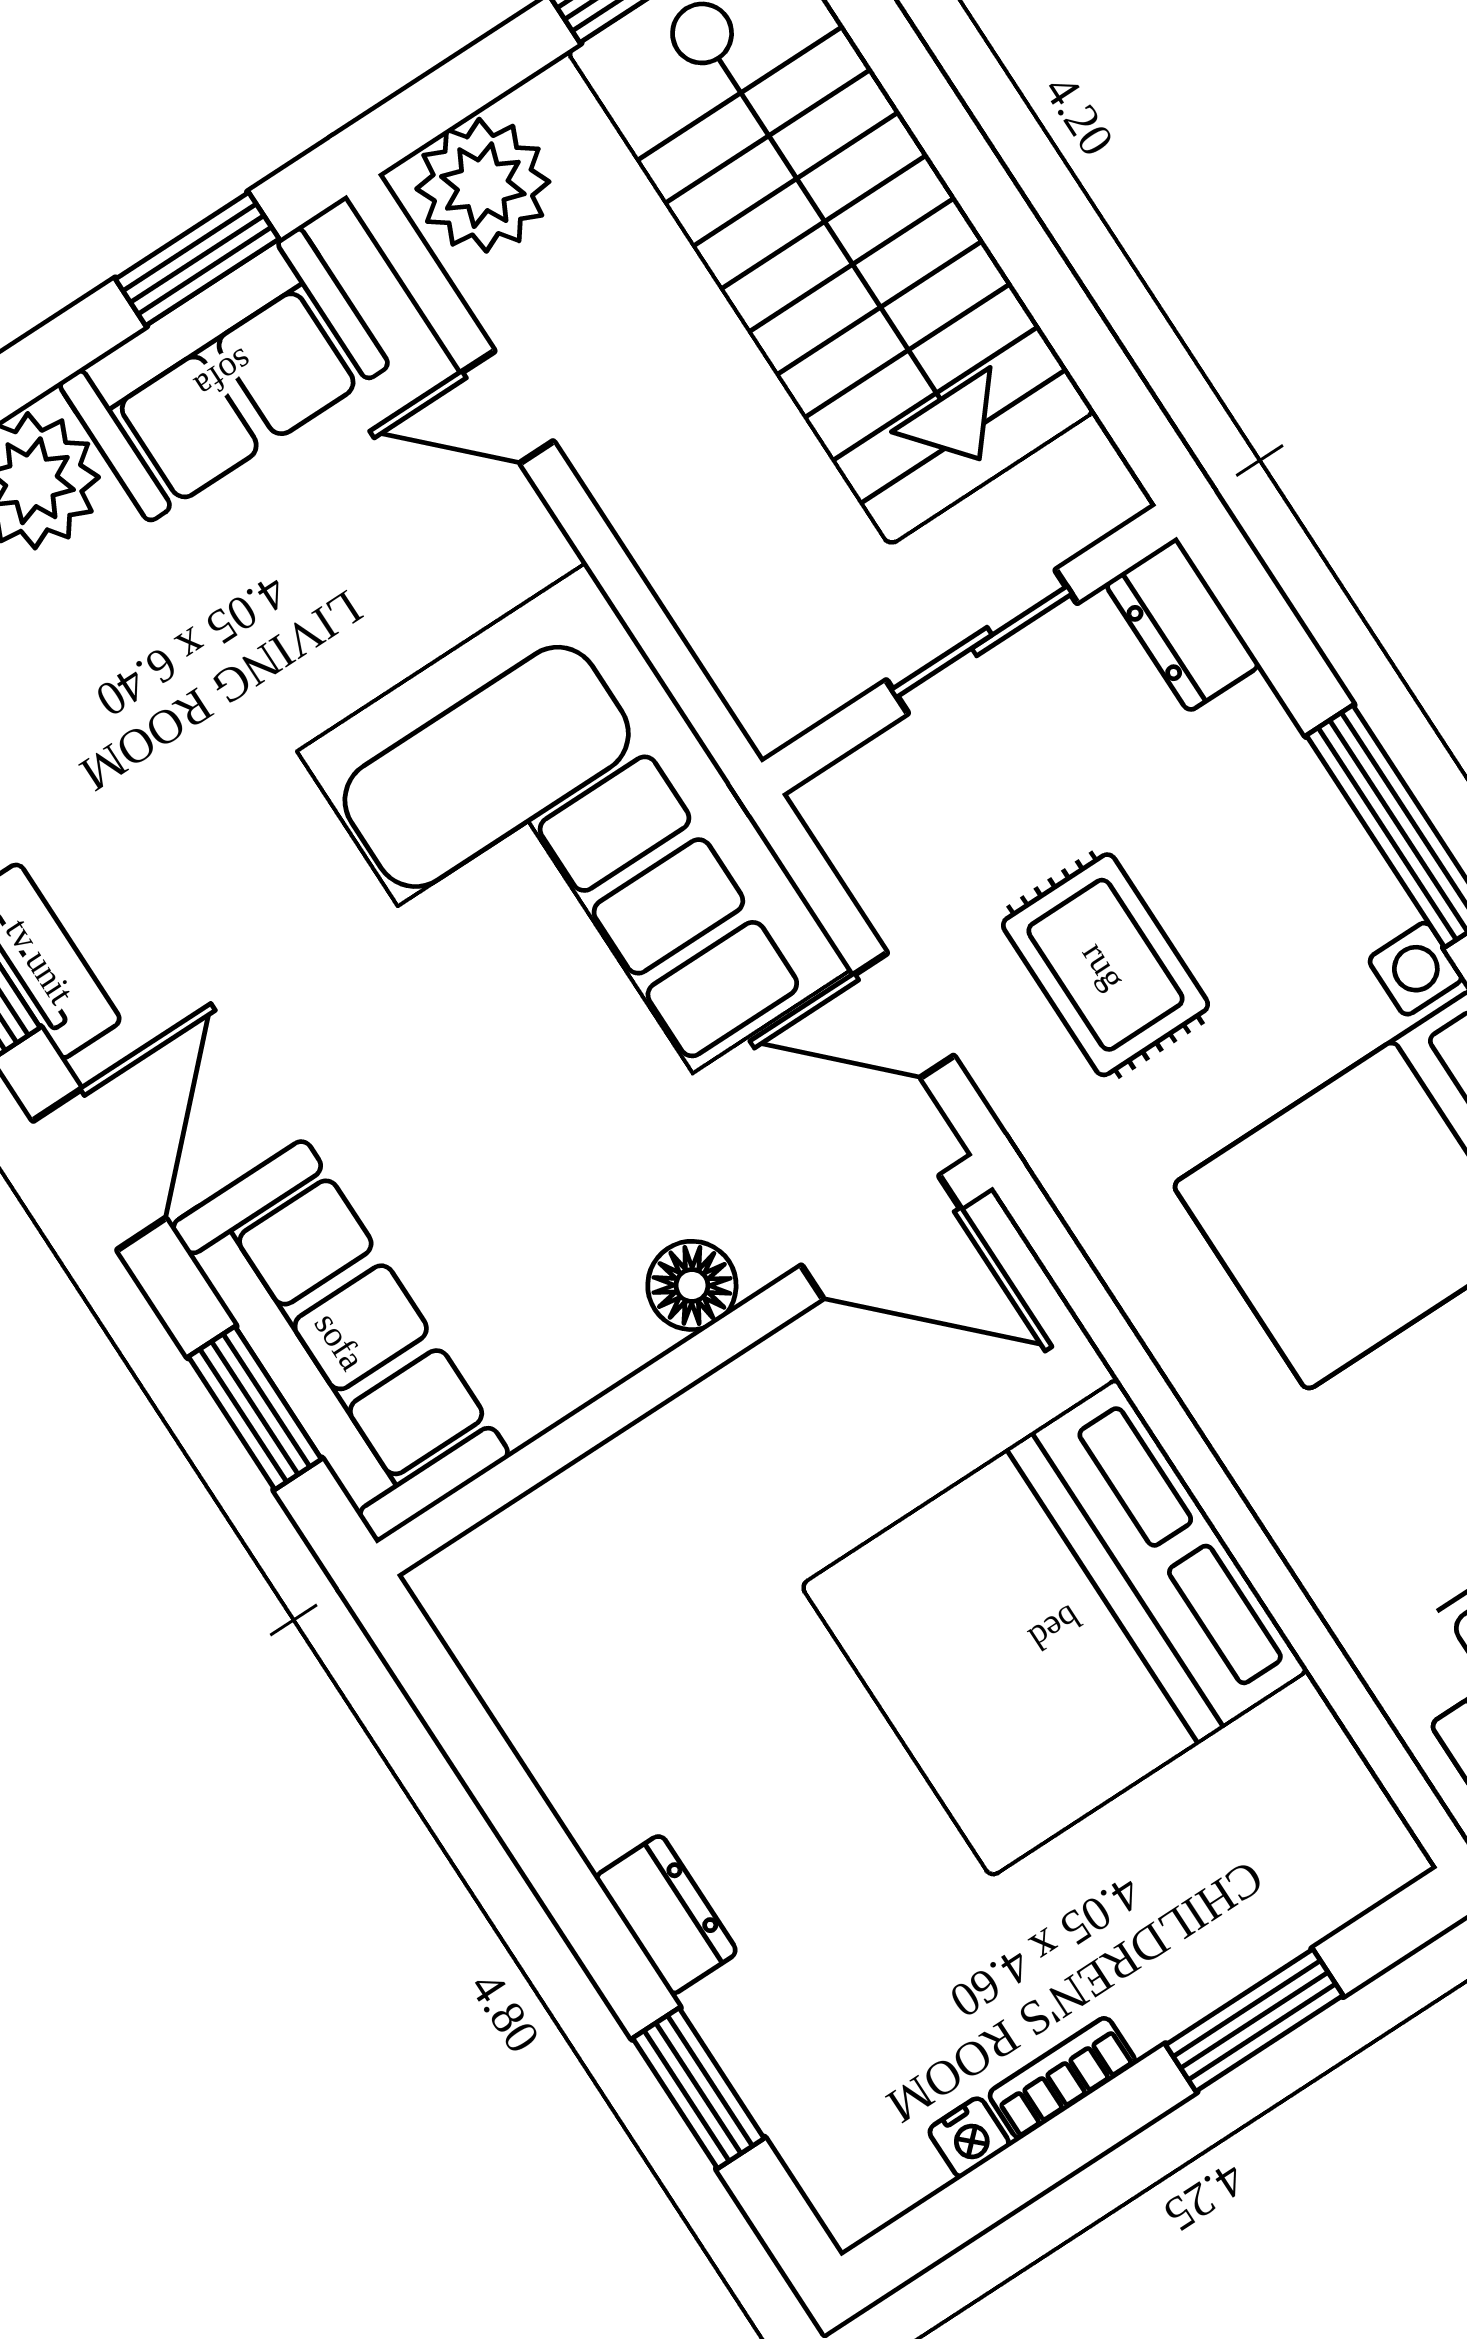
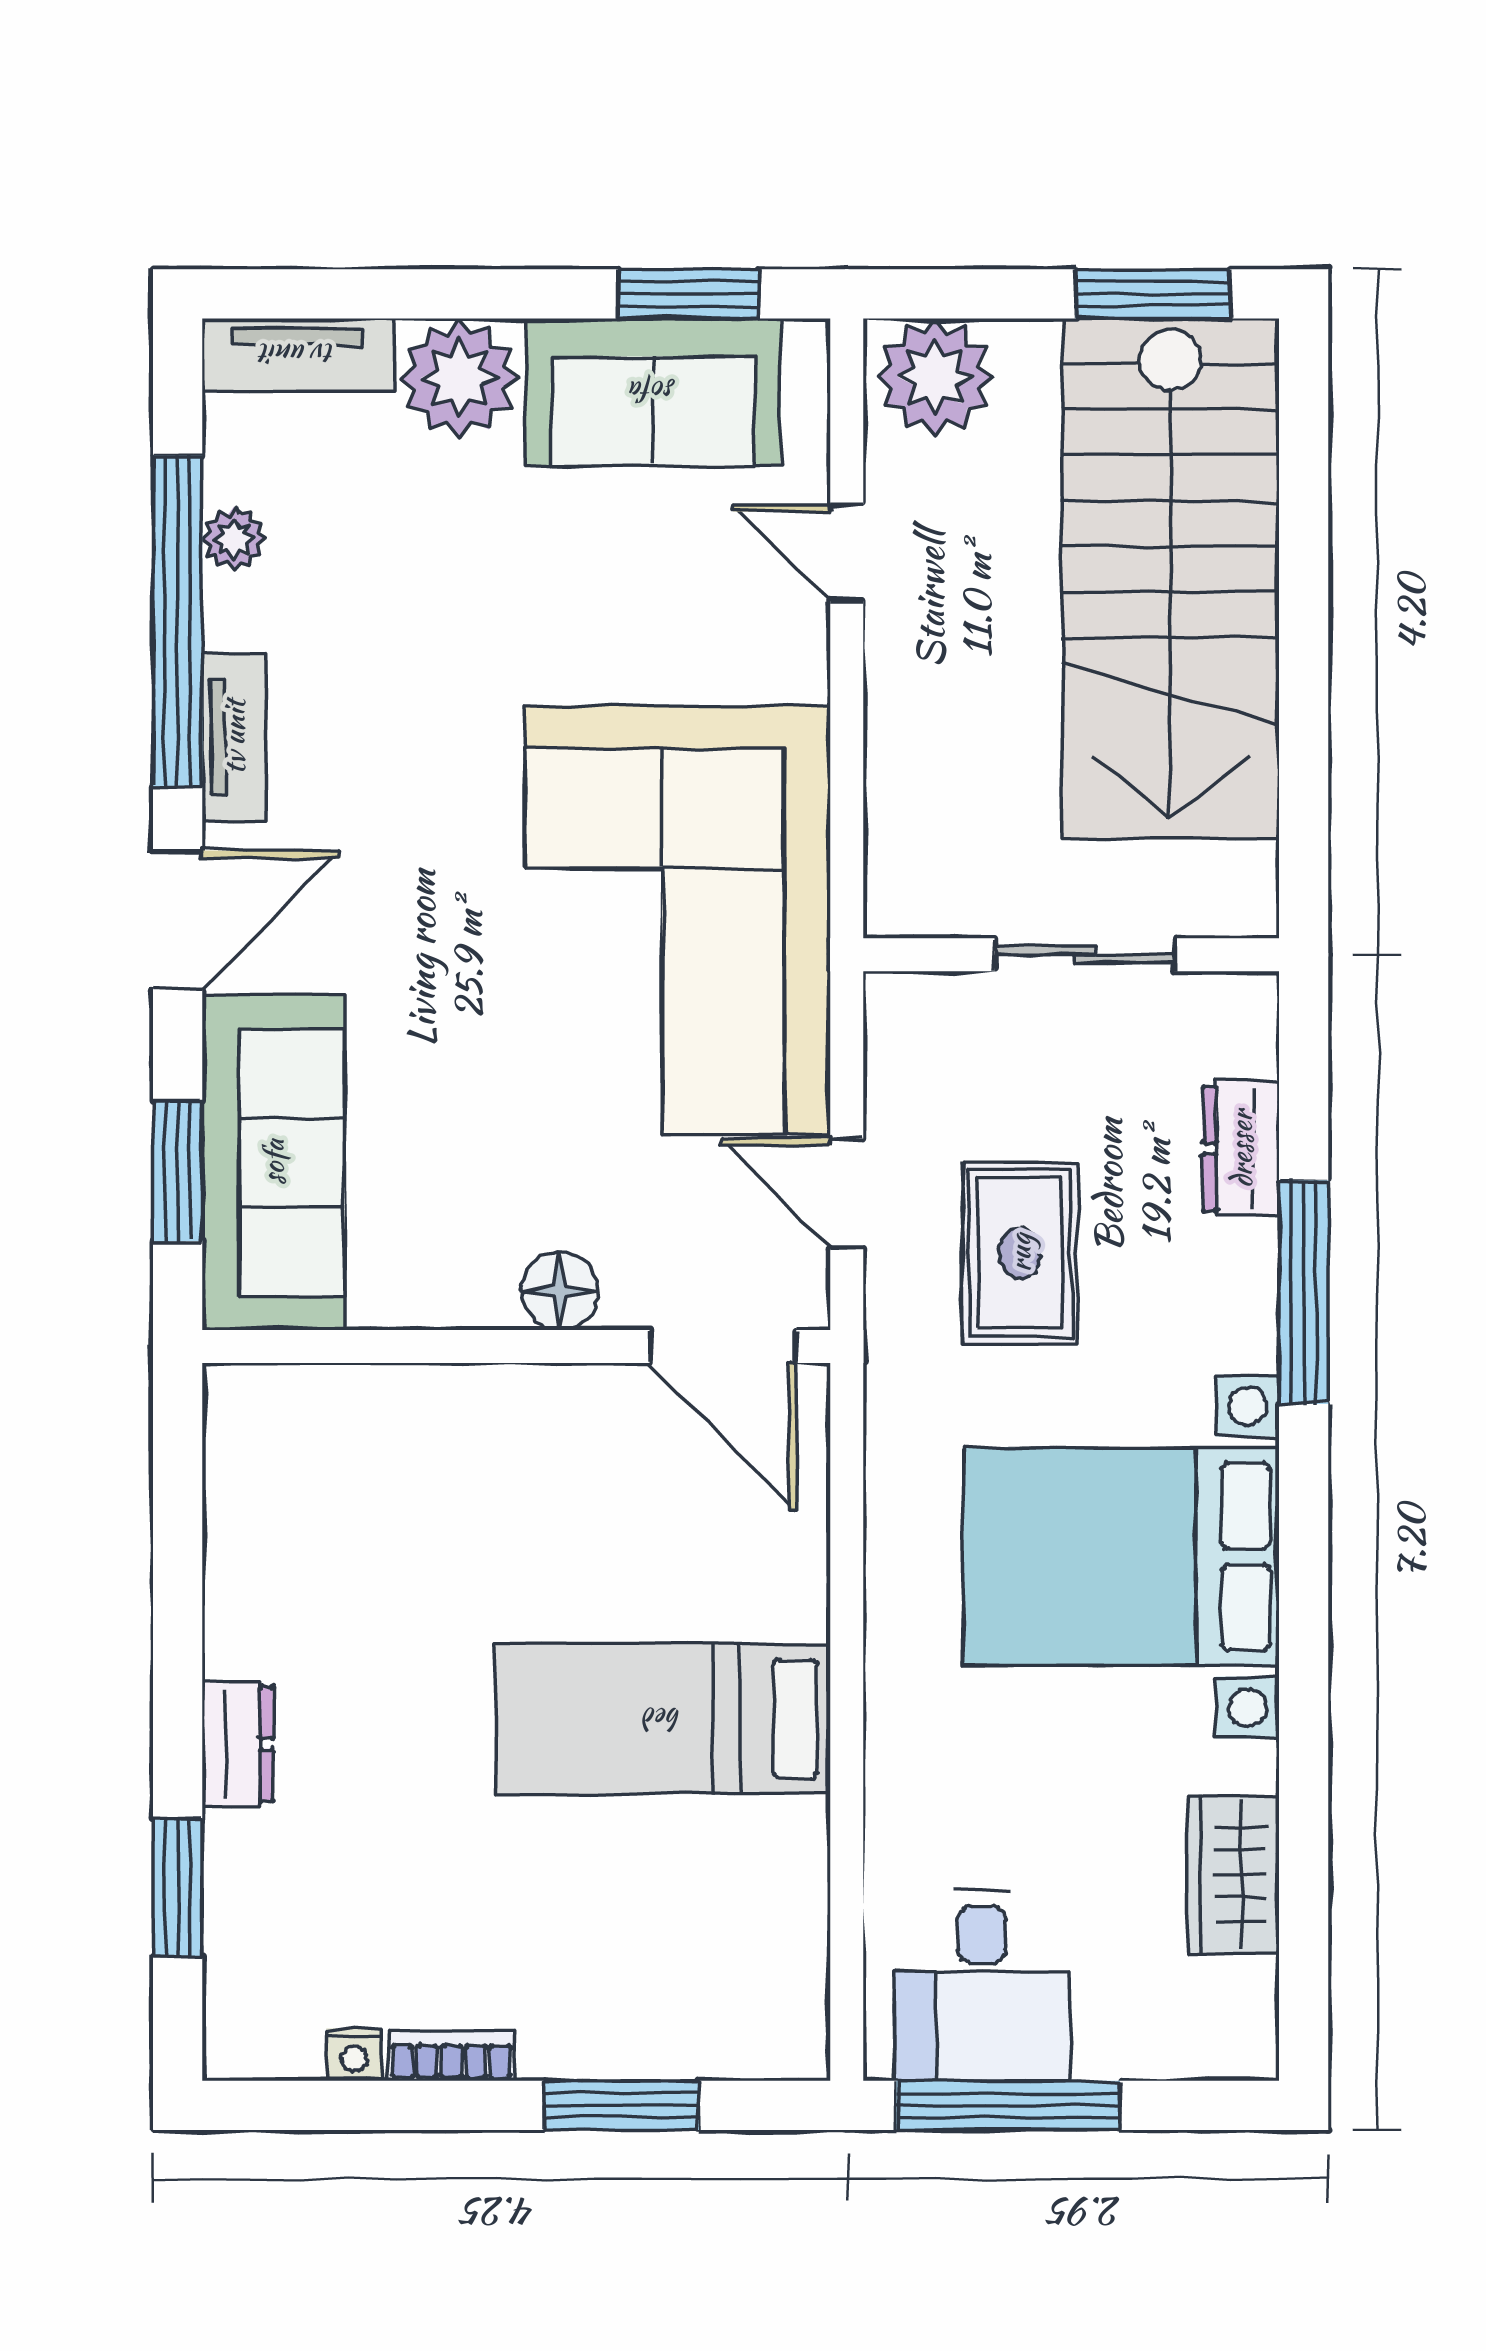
dresser: (1183, 625) -> (1241, 1149), moved
bed: (1055, 1628) -> (663, 1719), width x0.49

